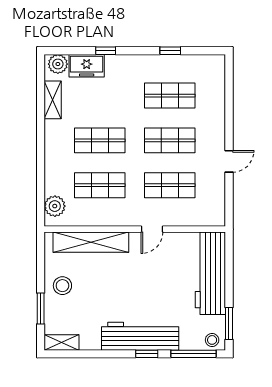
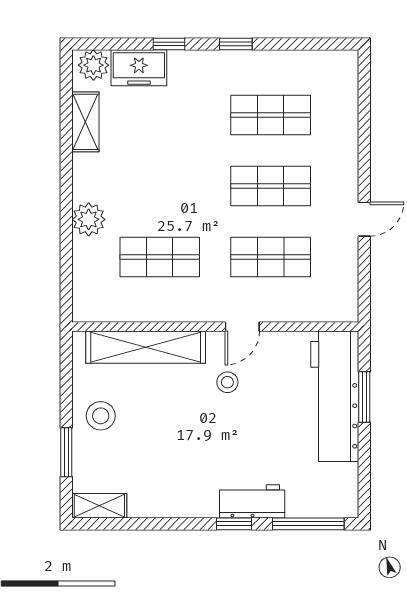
window: (170, 51) -> (236, 44), moved
shop shelf: (100, 140) -> (160, 186), removed
plant: (55, 206) -> (89, 219), moved
window: (229, 324) -> (364, 397), moved
workbench: (140, 336) -> (252, 501), width x0.53, depth x0.76
stool: (212, 340) -> (227, 382), moved

